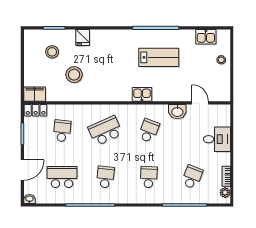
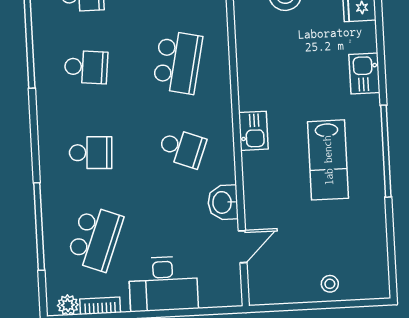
kitchen sink: (206, 37) -> (364, 74), moved
school desk: (105, 131) -> (178, 62), turned 36
desk: (217, 139) -> (163, 284), width x1.37
school desk: (192, 177) -> (95, 238), width x1.85

